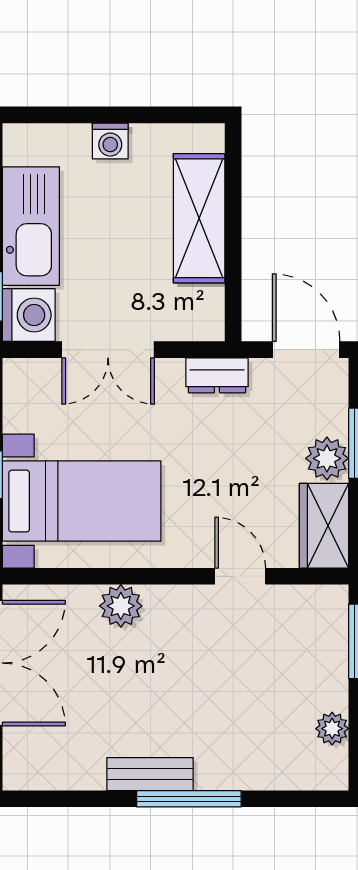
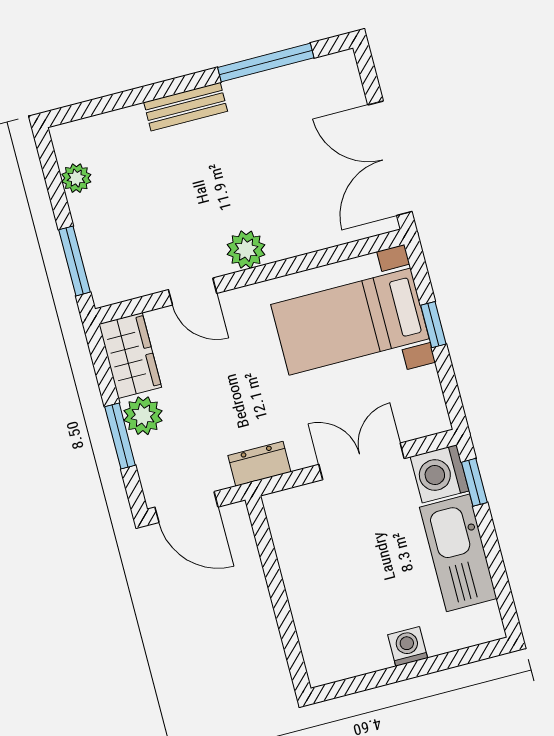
shelving: (199, 218) -> (311, 599), removed
plant: (121, 606) -> (246, 250), moved
bench: (150, 774) -> (186, 107), moved
window: (189, 799) -> (266, 63), moved

